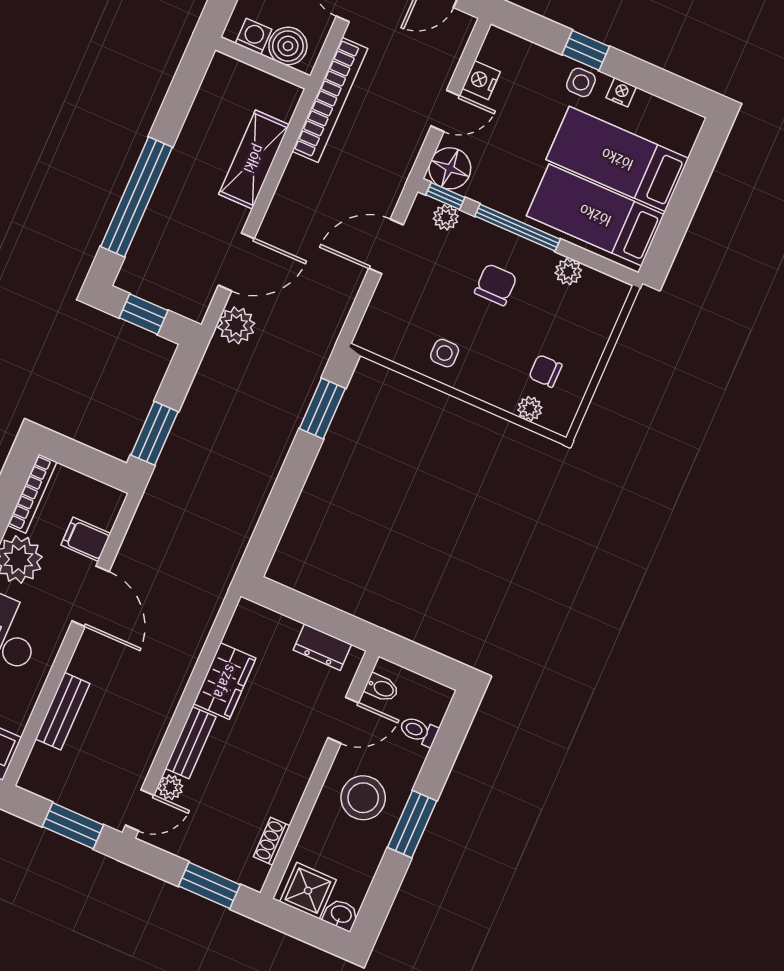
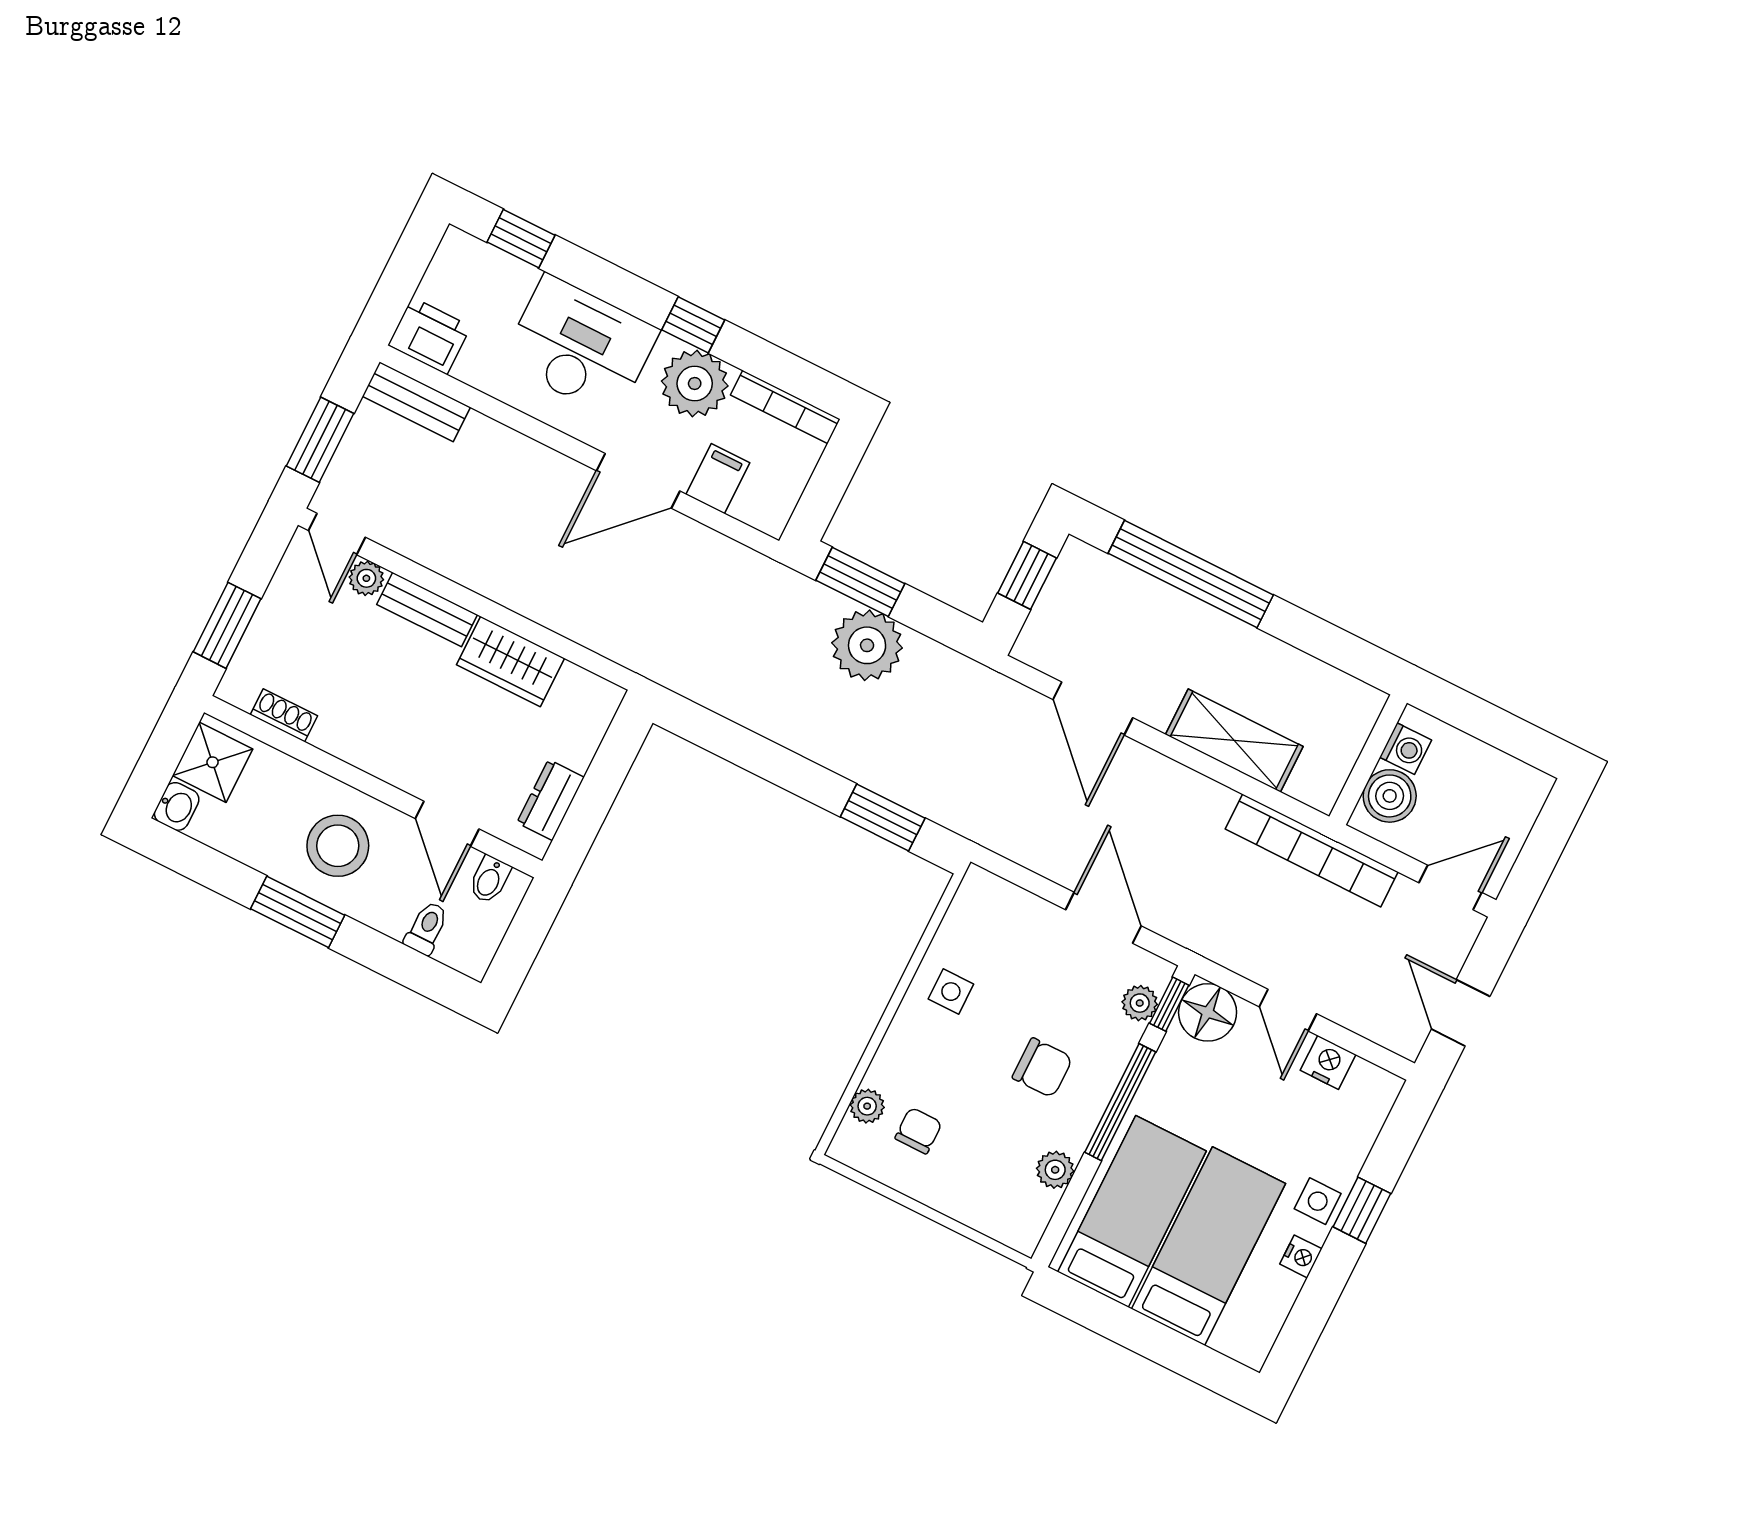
plant: (236, 325) -> (867, 645), moved, width x1.36, depth x1.36
bench: (63, 711) -> (416, 402), moved

